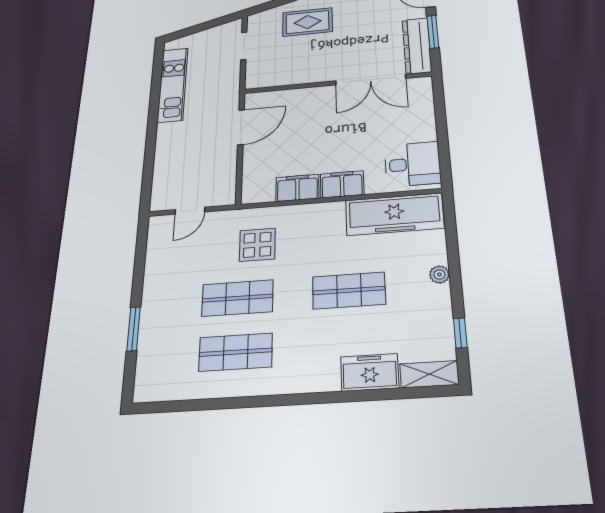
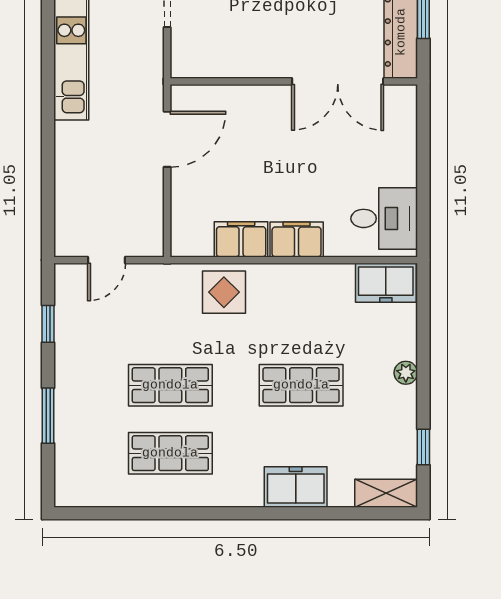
freezer: (394, 214) -> (386, 283), width x0.52, depth x0.79
display table: (257, 245) -> (224, 292), moved
window: (140, 259) -> (48, 324), added
freezer: (370, 372) -> (296, 487), moved

